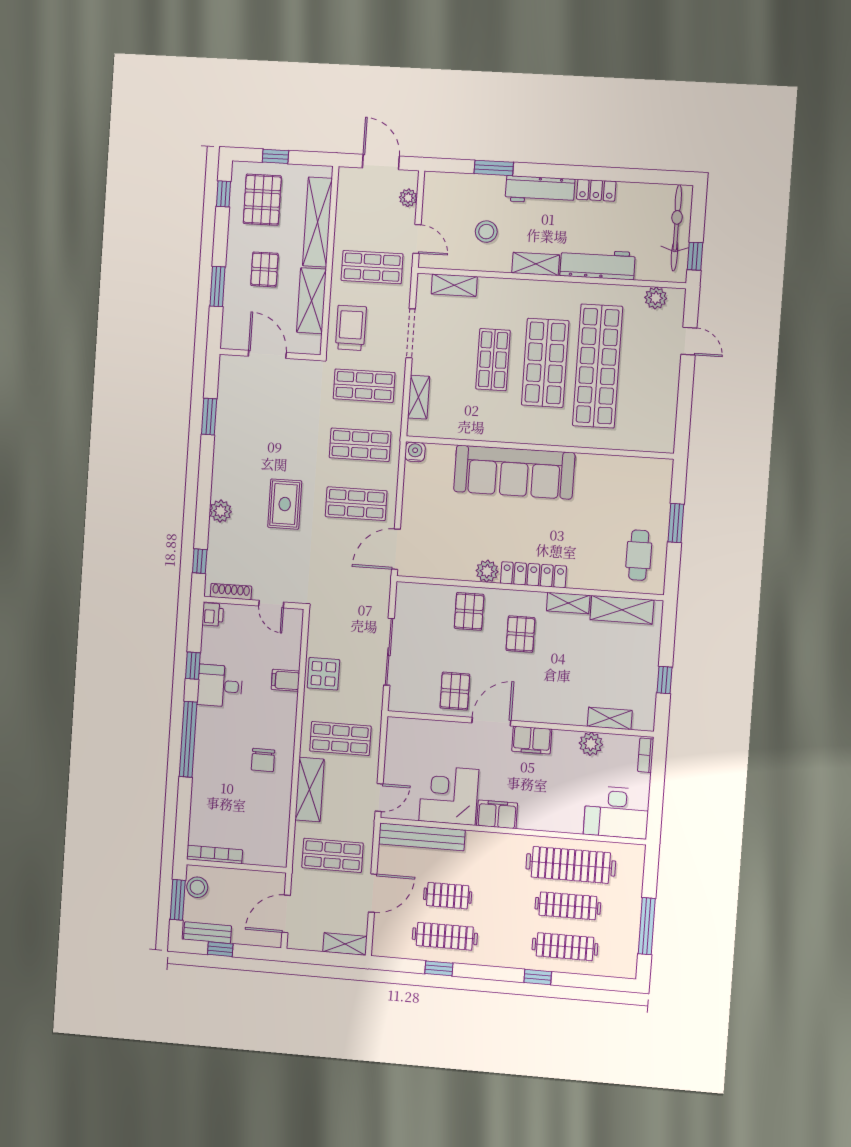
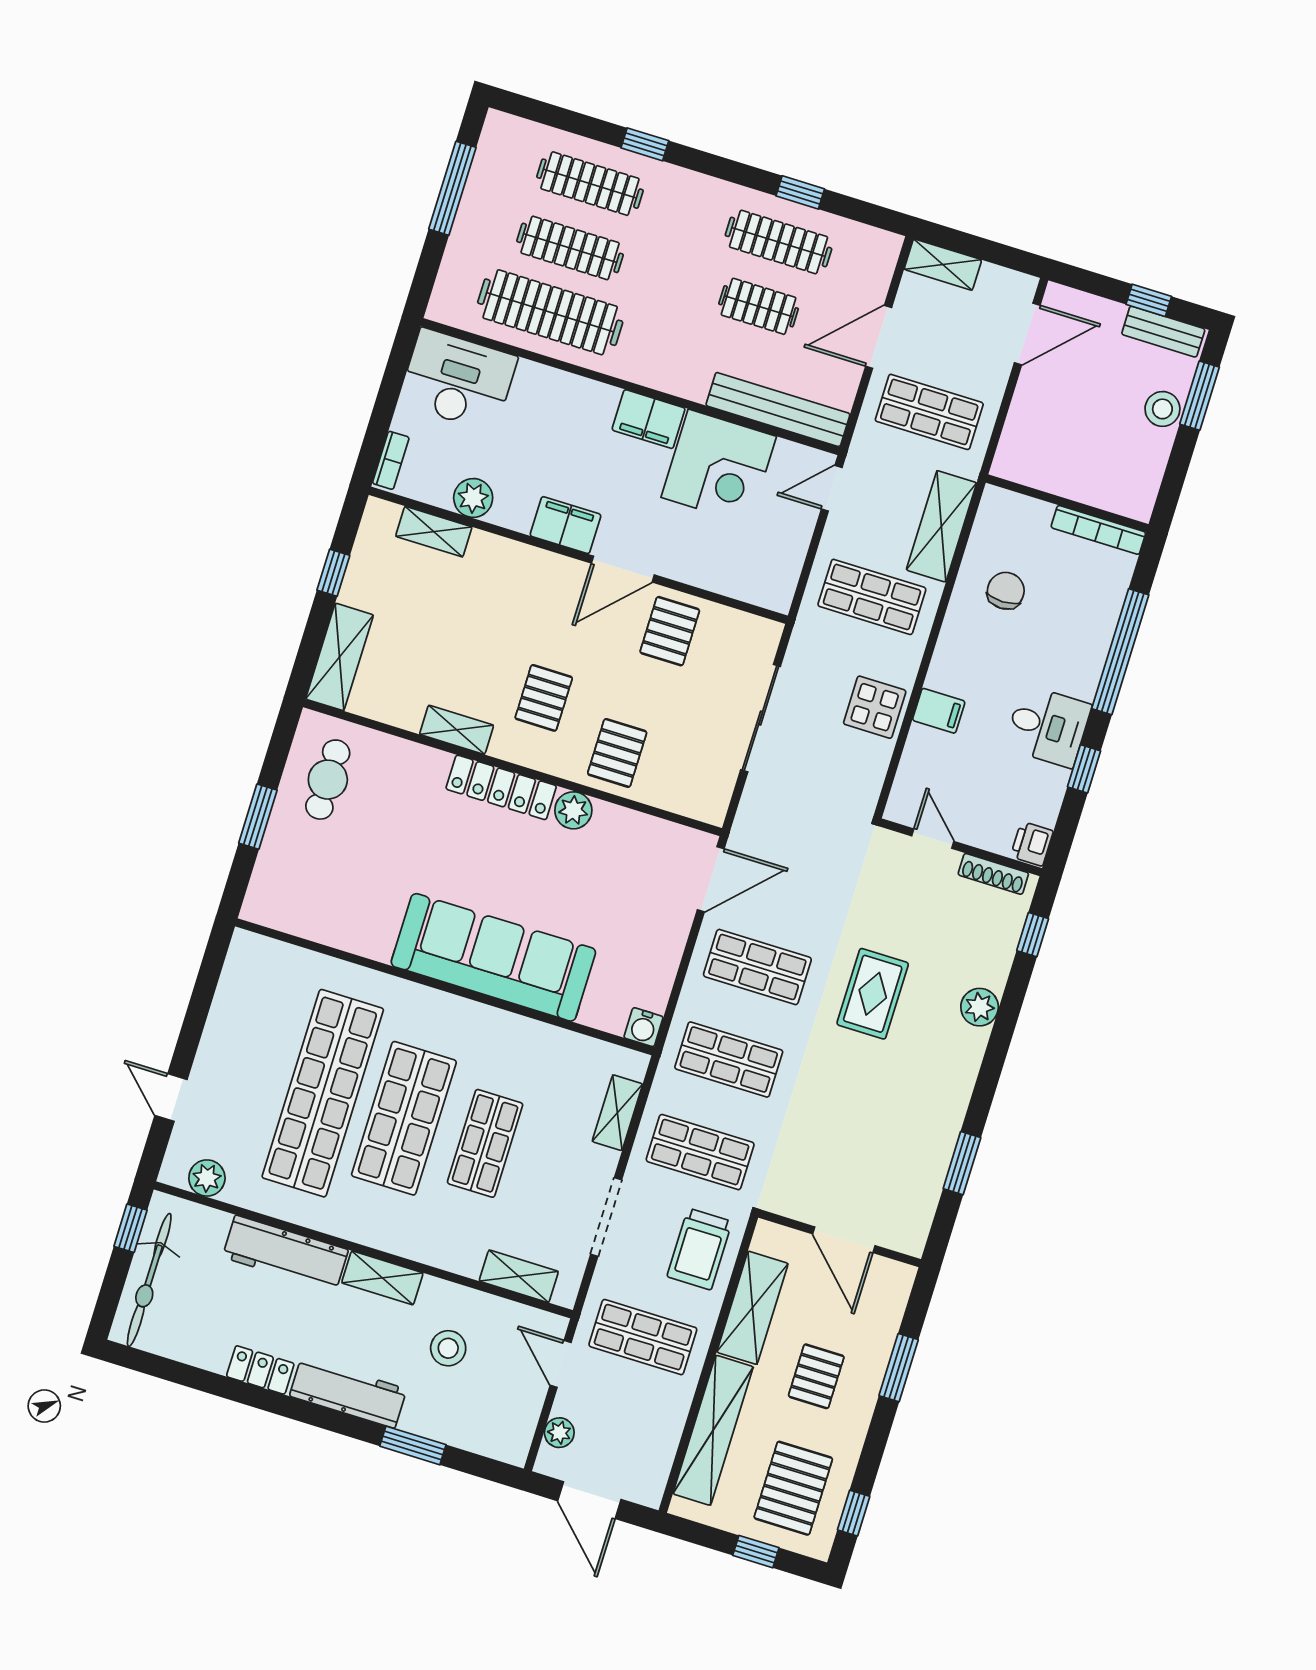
shelving: (622, 610) -> (339, 657), moved, turned 90
bookcase: (215, 854) -> (1098, 530), moved
wall: (236, 866) -> (1067, 503), moved

